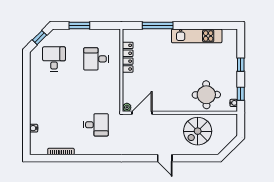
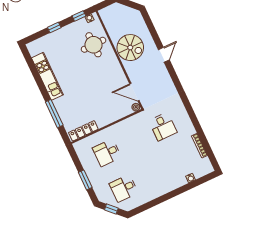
locker: (128, 57) -> (83, 131), moved
desk: (96, 59) -> (107, 153), turned 90
desk: (96, 125) -> (163, 126), turned 180
spiral stairs: (198, 131) -> (130, 48), moved

